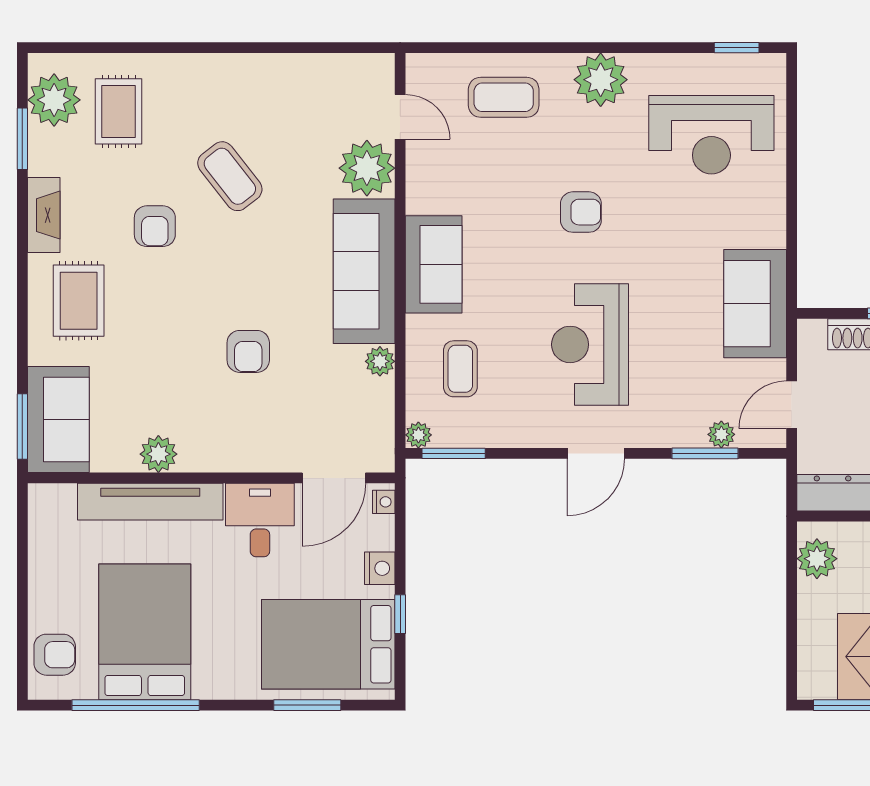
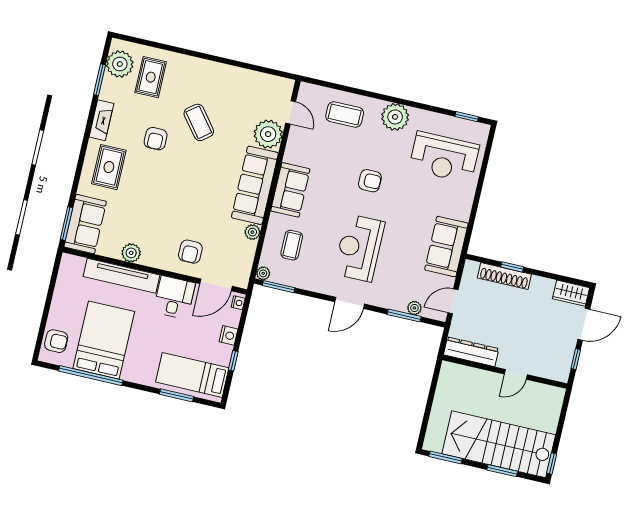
armchair: (248, 351) -> (190, 252), moved
plant: (817, 559) -> (448, 381), removed
bed: (328, 644) -> (192, 375), width x0.67

